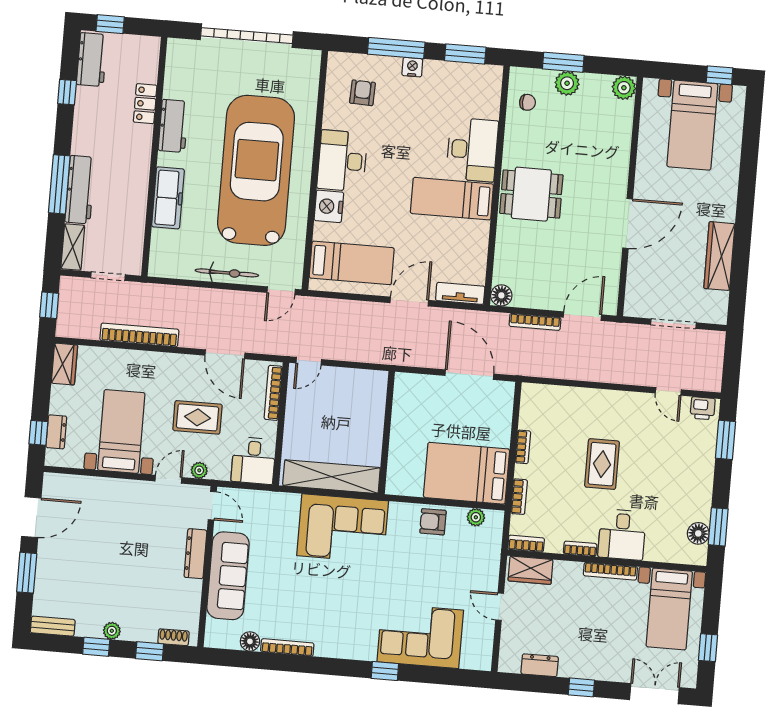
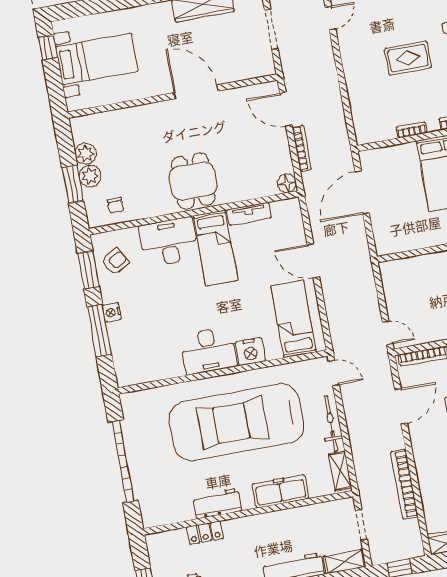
plant: (624, 88) -> (86, 154), moved
armchair: (362, 93) -> (115, 262), moved, turned 149
chair: (527, 102) -> (115, 206), turned 180
shelving: (172, 269) -> (340, 471), added
tv unit: (460, 293) -> (249, 214), moved, turned -90

